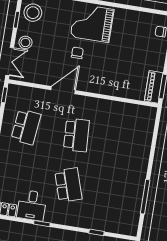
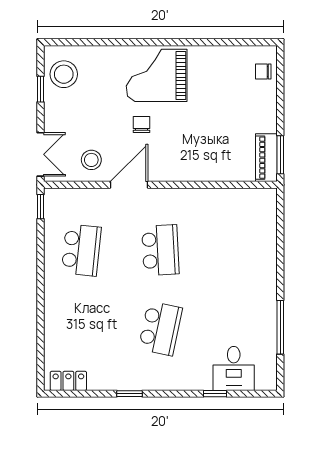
stool: (25, 42) -> (91, 160), moved
school desk: (68, 185) -> (160, 328), turned 30
desk: (32, 205) -> (234, 368), moved

